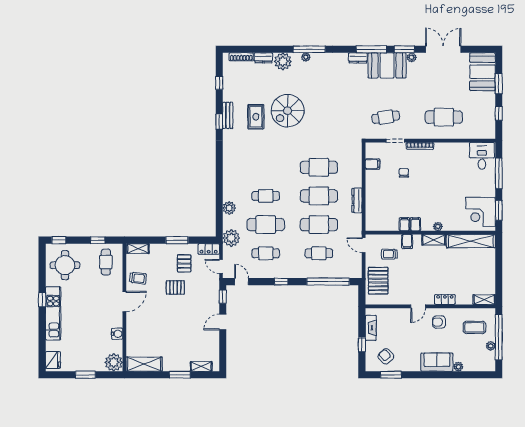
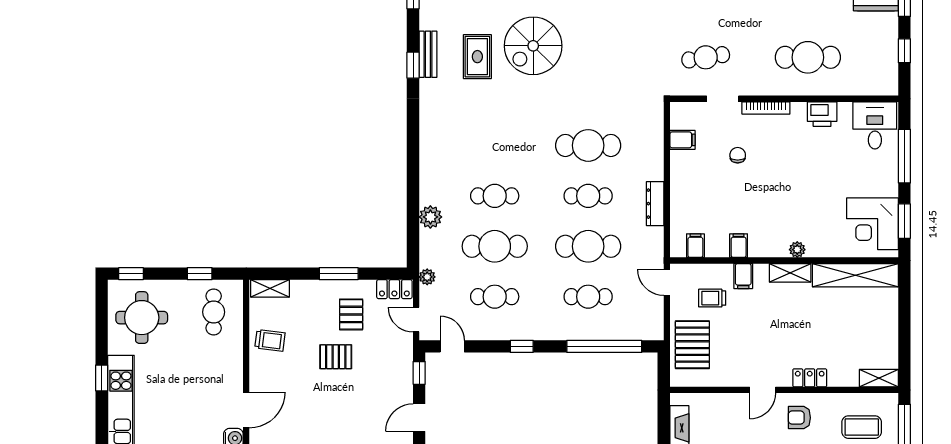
printer: (452, 149) -> (822, 114), added
cafe table: (319, 196) -> (588, 196), width x0.73, depth x0.74
filing cabinet: (415, 224) -> (695, 246), moved
plant: (231, 238) -> (427, 277), width x0.53, depth x0.53
door: (124, 301) -> (246, 410), moved

